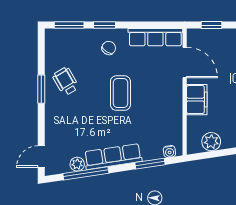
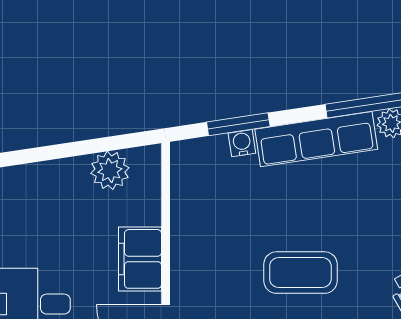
coffee table: (120, 93) -> (300, 273), turned 90
water cooler: (169, 151) -> (242, 143), moved

